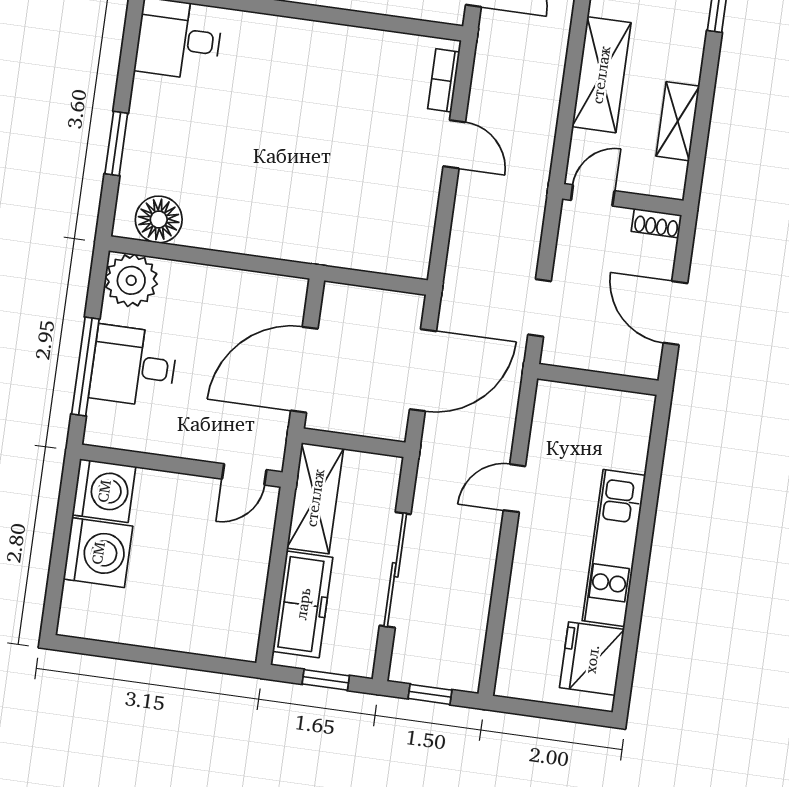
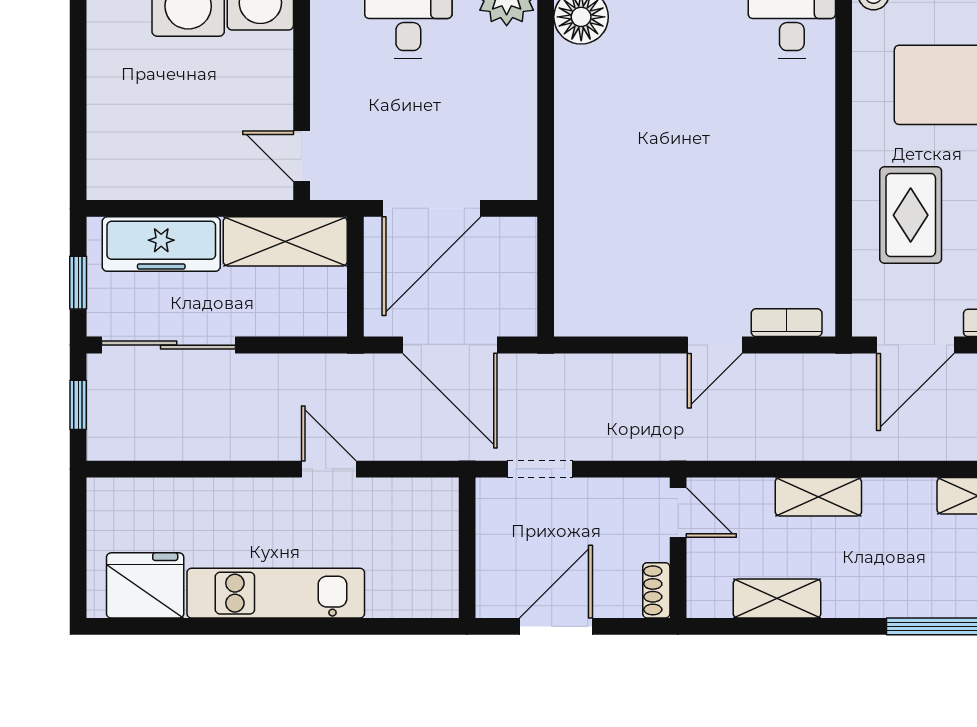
shelving: (601, 75) -> (818, 497), width x0.67, depth x0.75
door: (304, 370) -> (432, 208), swing flipped
sliding door: (395, 570) -> (169, 345), moved

